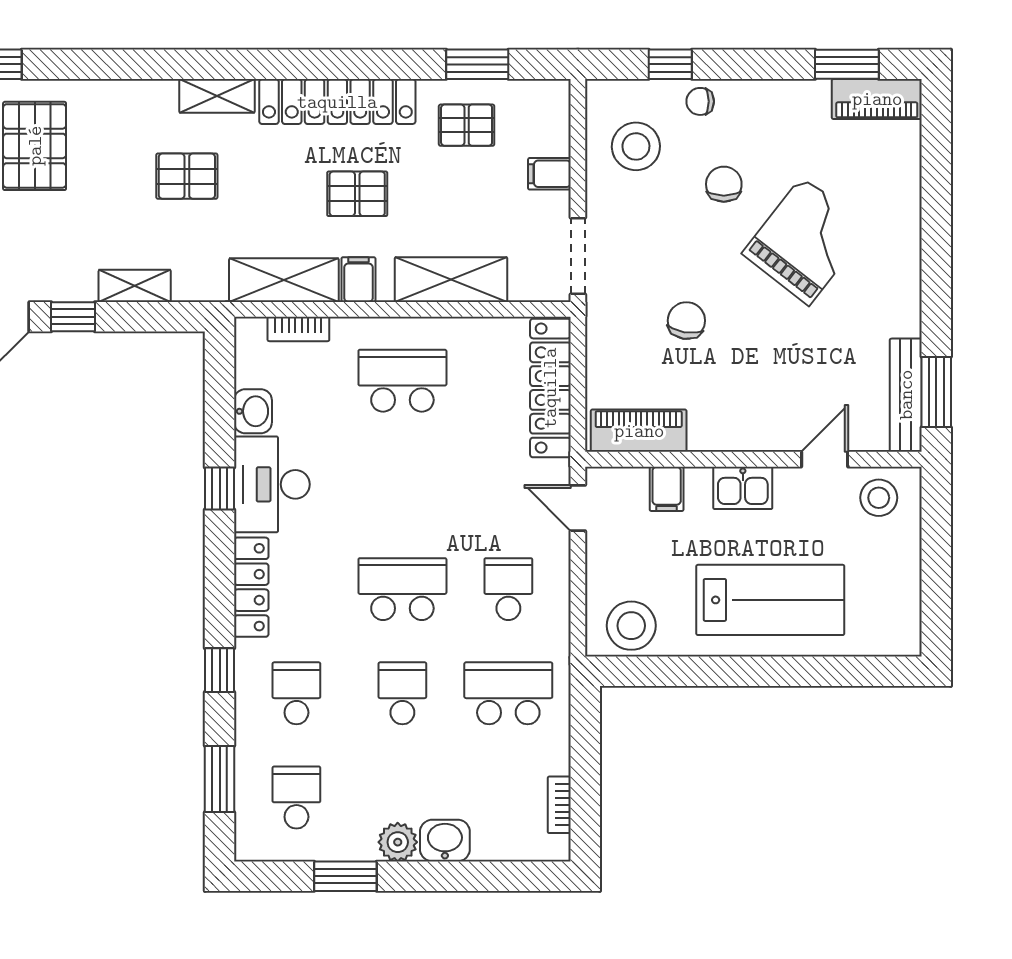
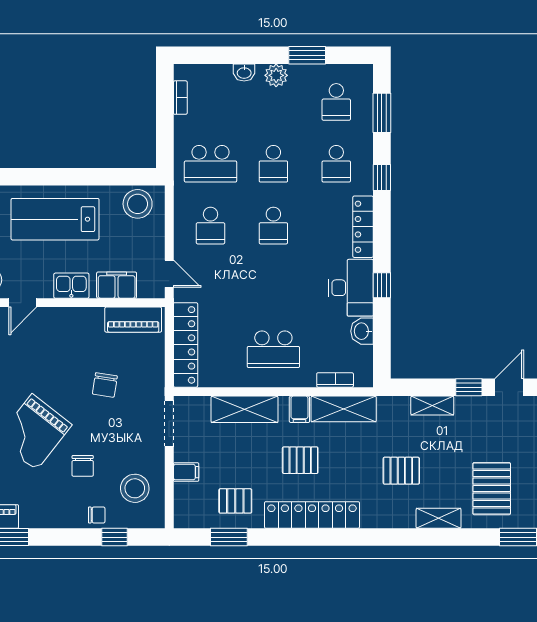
shelving: (217, 96) -> (439, 518), moved
filing cabinet: (667, 489) -> (117, 285), width x2.00
school desk: (402, 589) -> (273, 226), width x0.54
washbasin: (445, 841) -> (244, 73), width x0.72, depth x0.69

